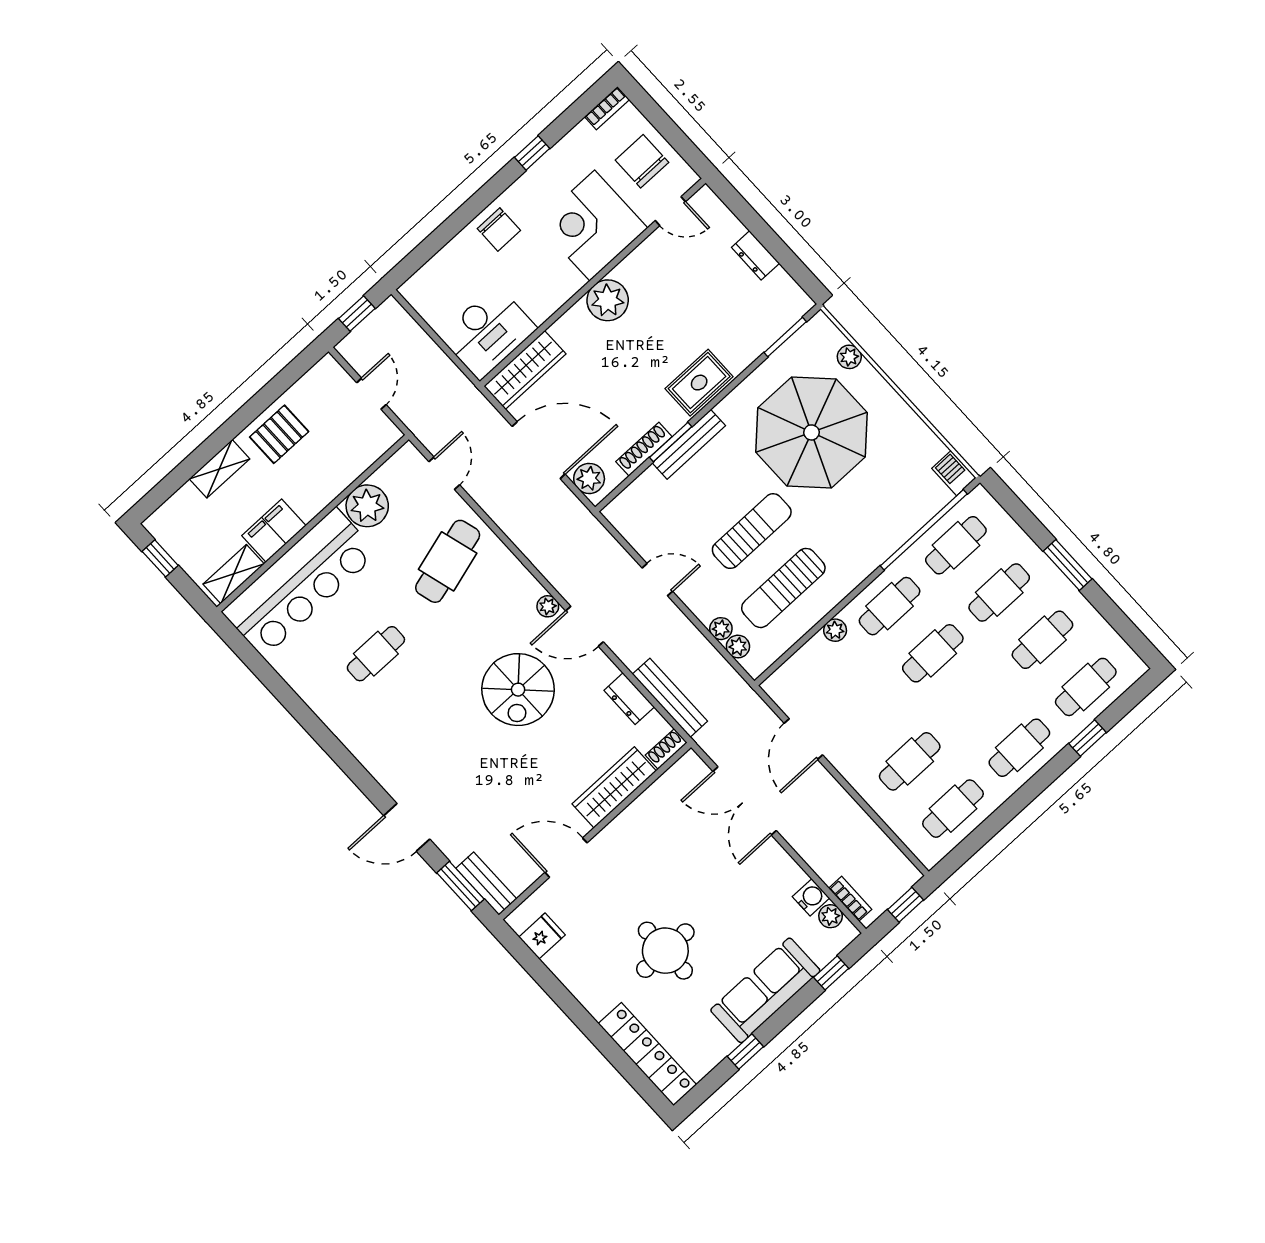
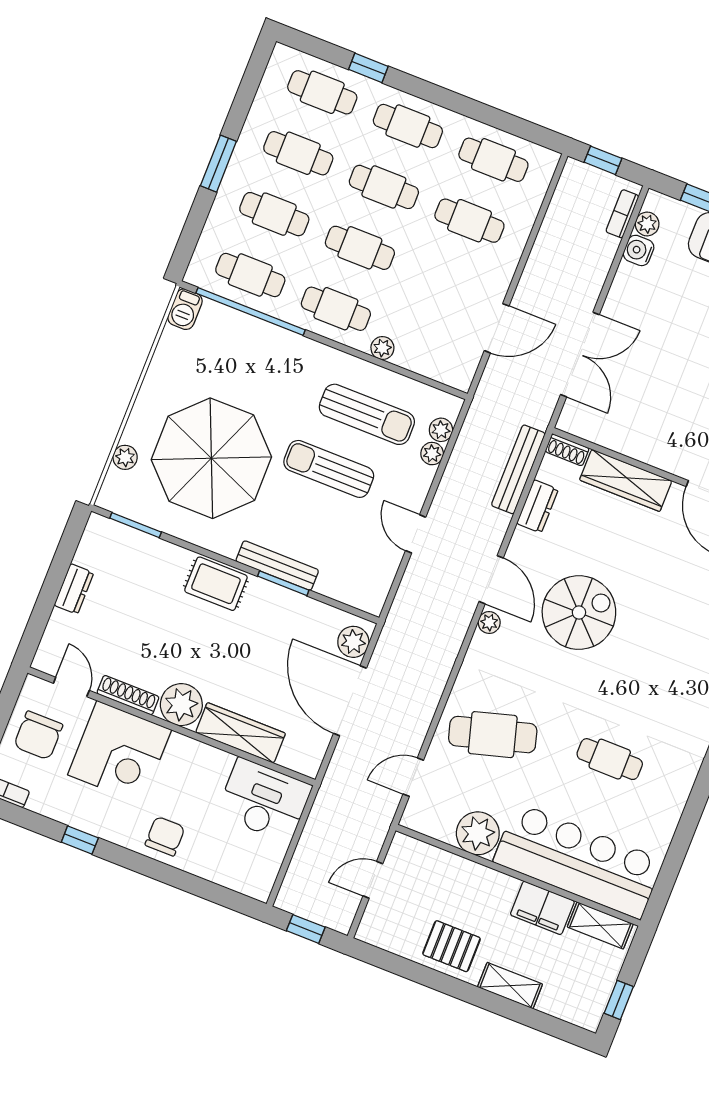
wardrobe: (525, 370) -> (240, 733), moved
shoe rack: (644, 449) -> (128, 695), moved, turned 180
cafe table: (976, 701) -> (384, 187), added

